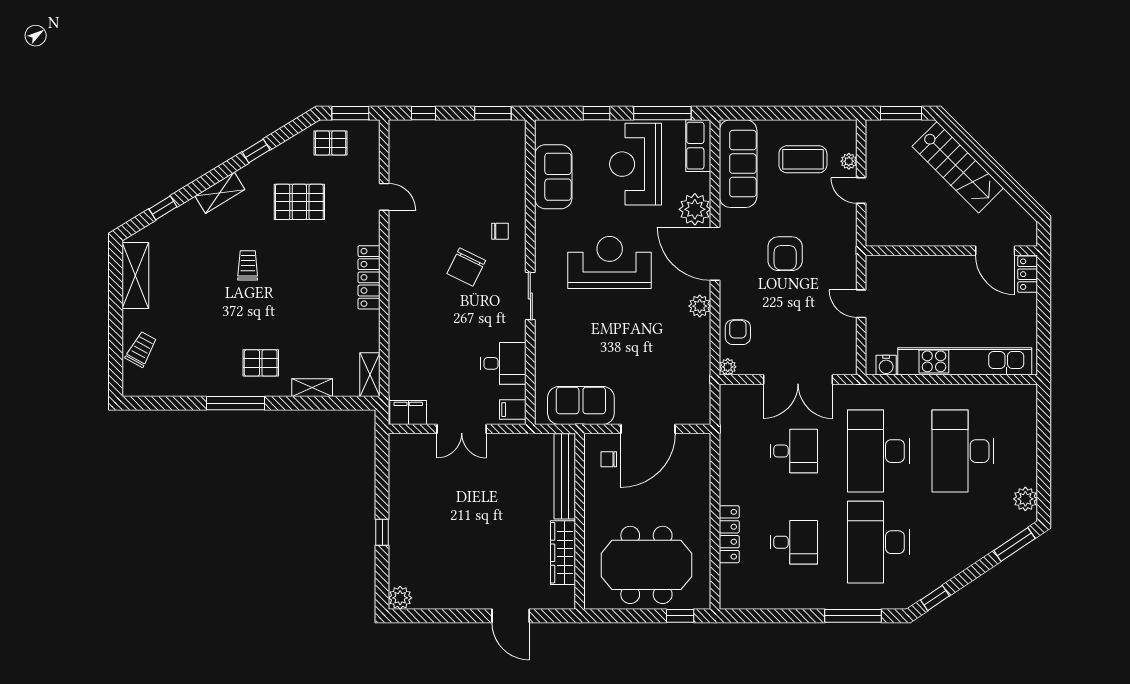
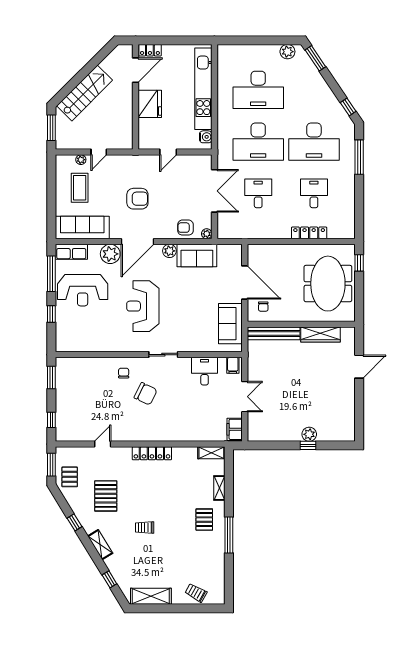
sofa: (553, 177) -> (197, 256), moved, turned 180
fridge: (940, 274) -> (150, 104), added
plant: (400, 598) -> (309, 434), moved

